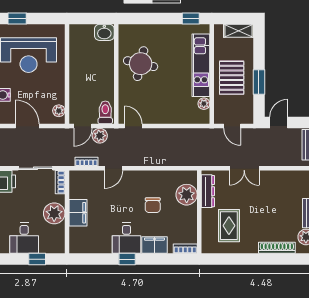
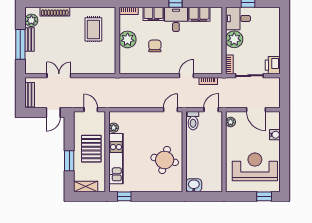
window: (259, 82) -> (69, 161), moved
door: (133, 126) -> (171, 110), swing flipped
plant: (100, 136) -> (198, 102), removed
double door: (244, 168) -> (59, 76), moved
dresser: (208, 191) -> (110, 57), removed
plant: (187, 195) -> (128, 39), moved
filing cabinet: (78, 213) -> (199, 14), moved, turned -90
desk: (24, 238) -> (238, 18), moved, turned -90

